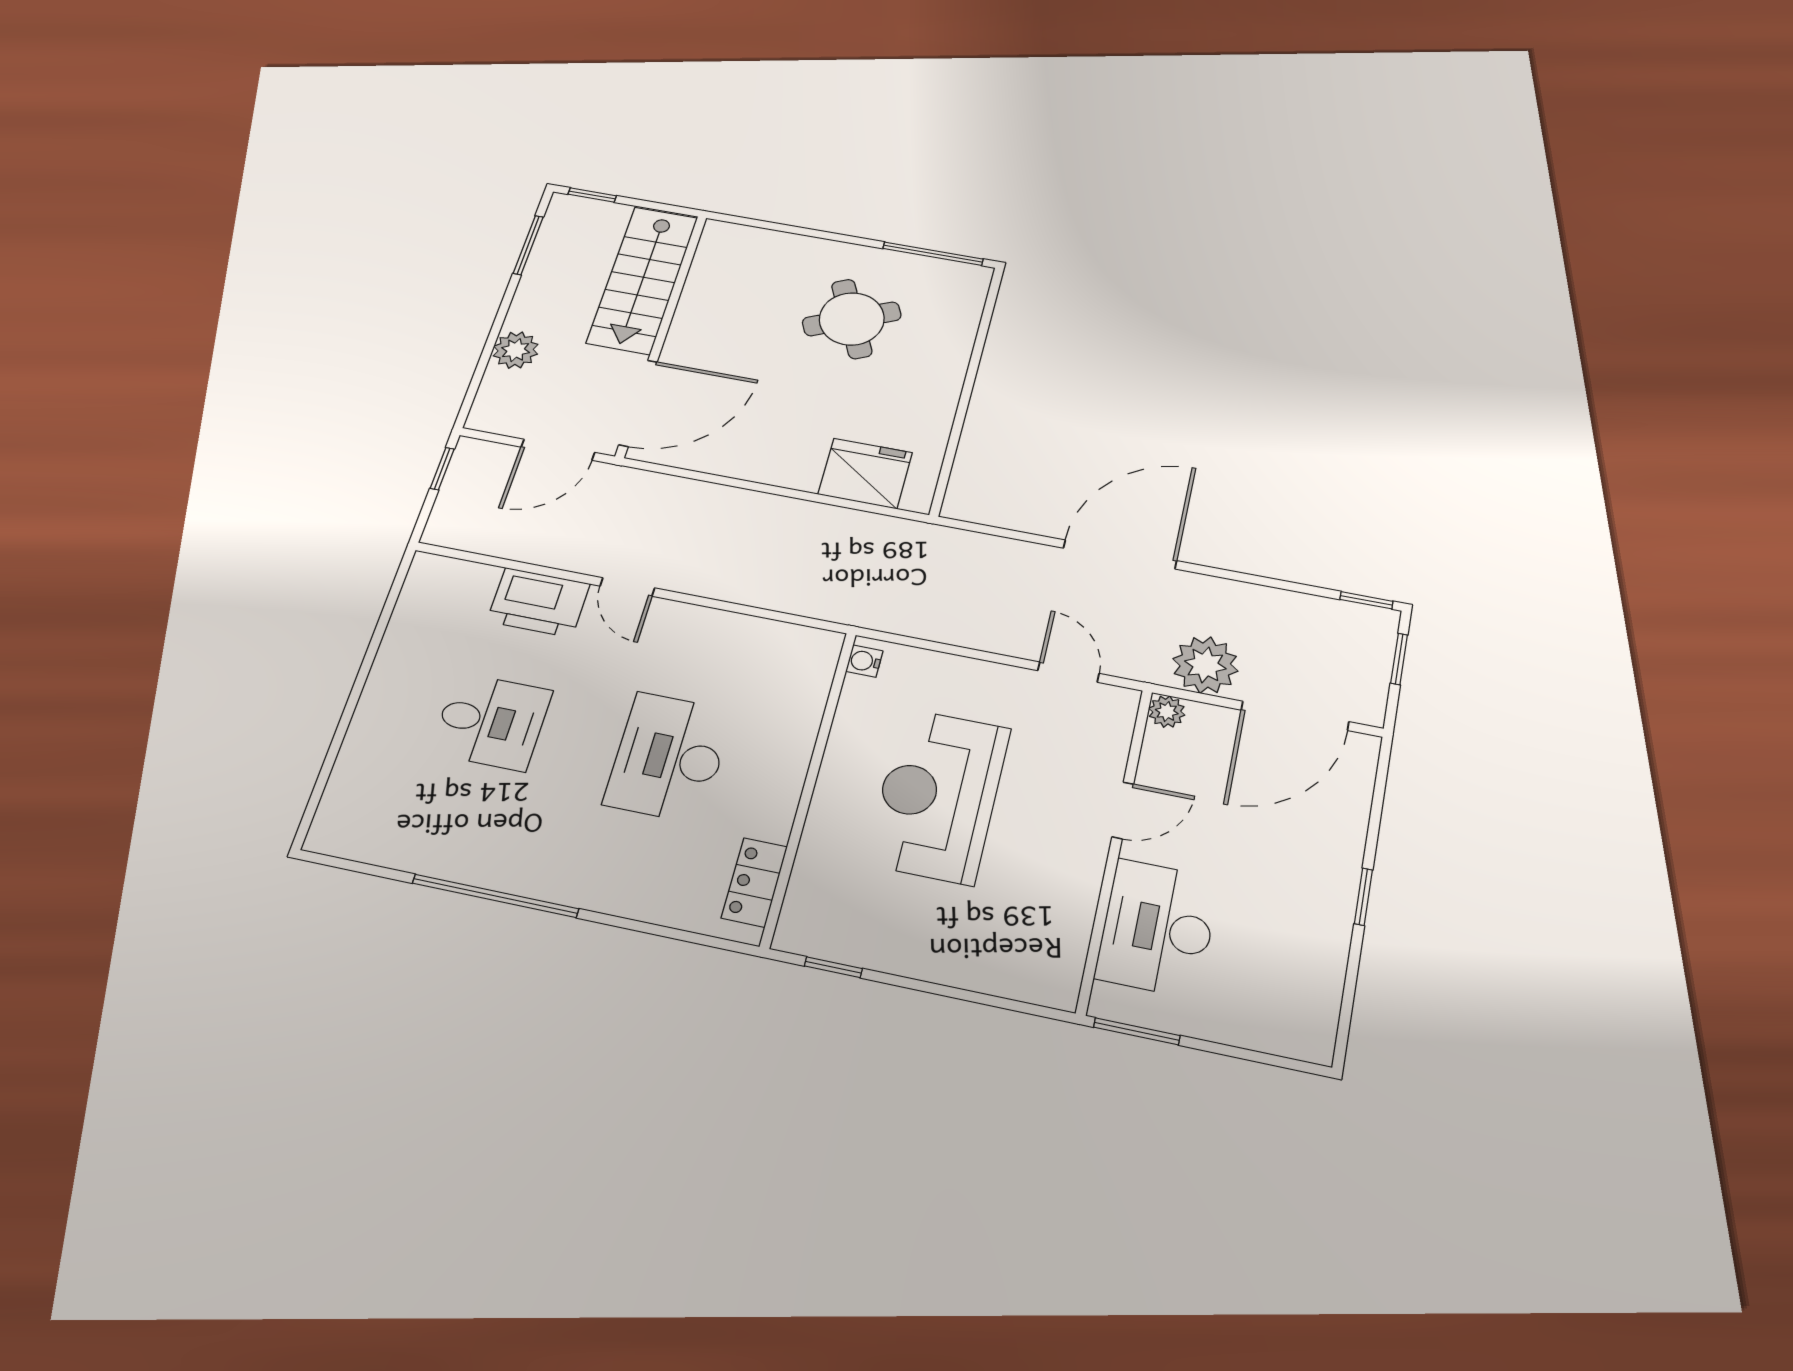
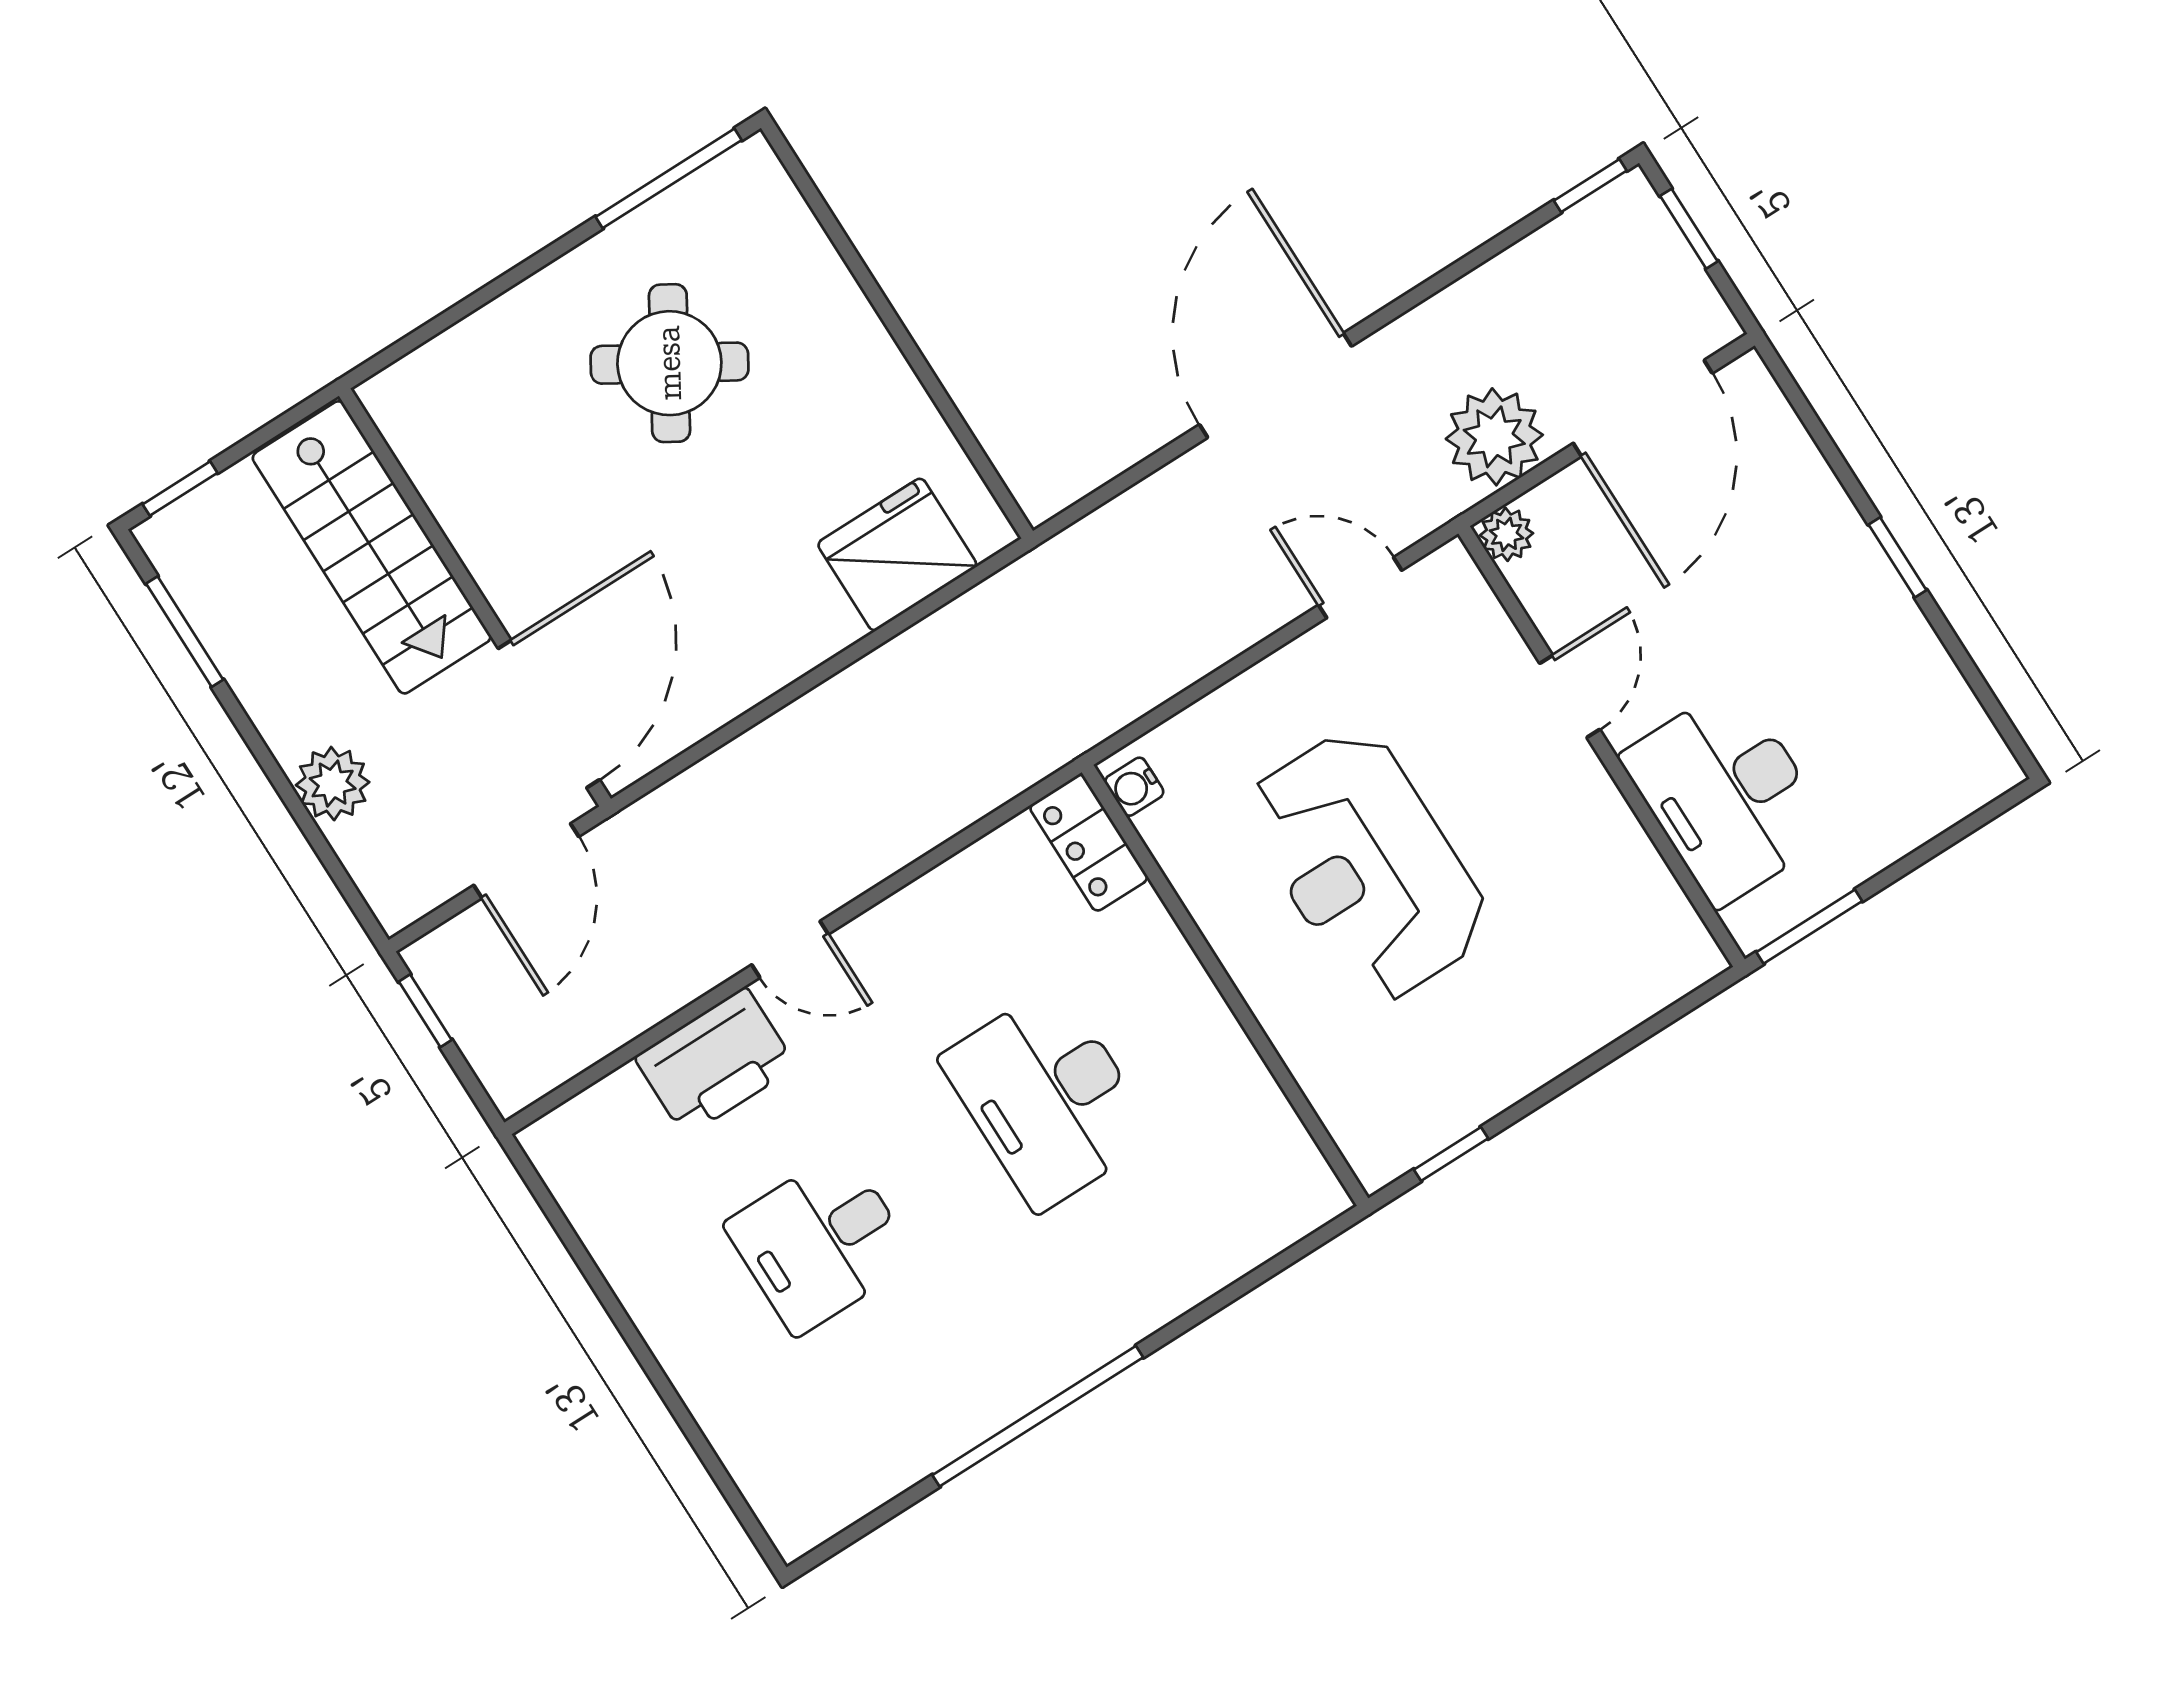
round table: (852, 319) -> (669, 363), turned -34
desk: (491, 722) -> (820, 1242), turned 180
locker: (754, 882) -> (1089, 843), moved

